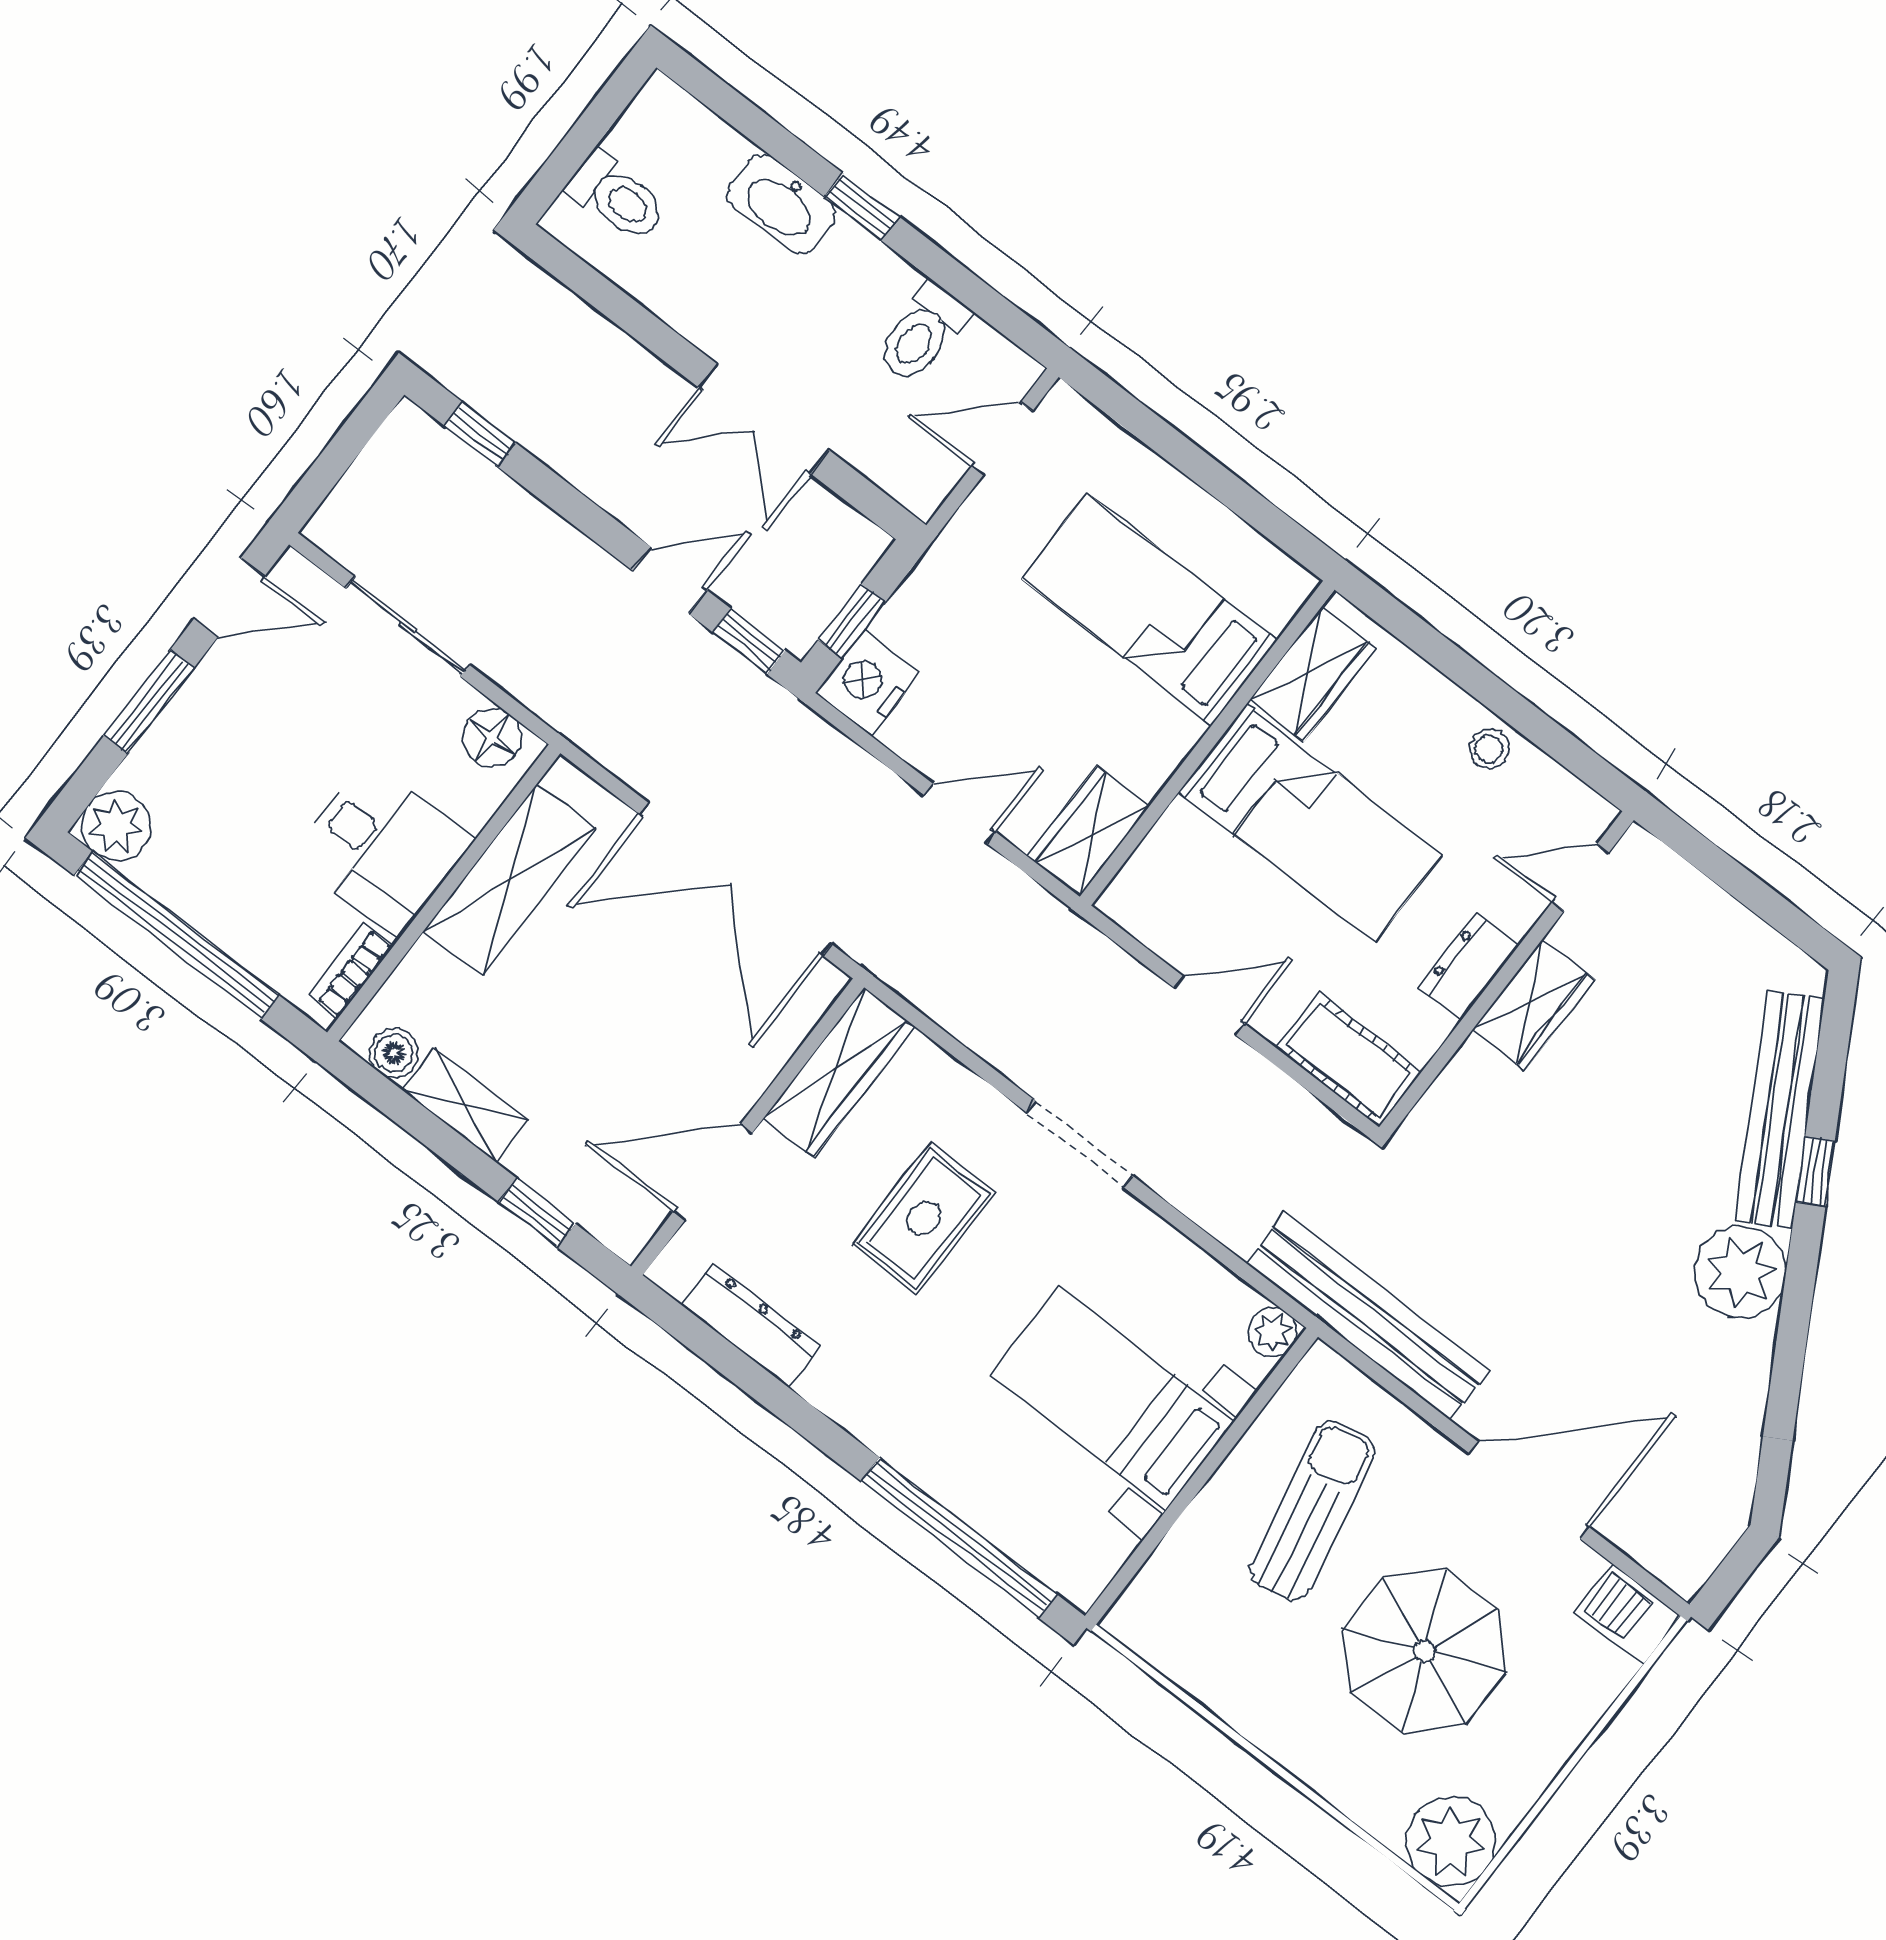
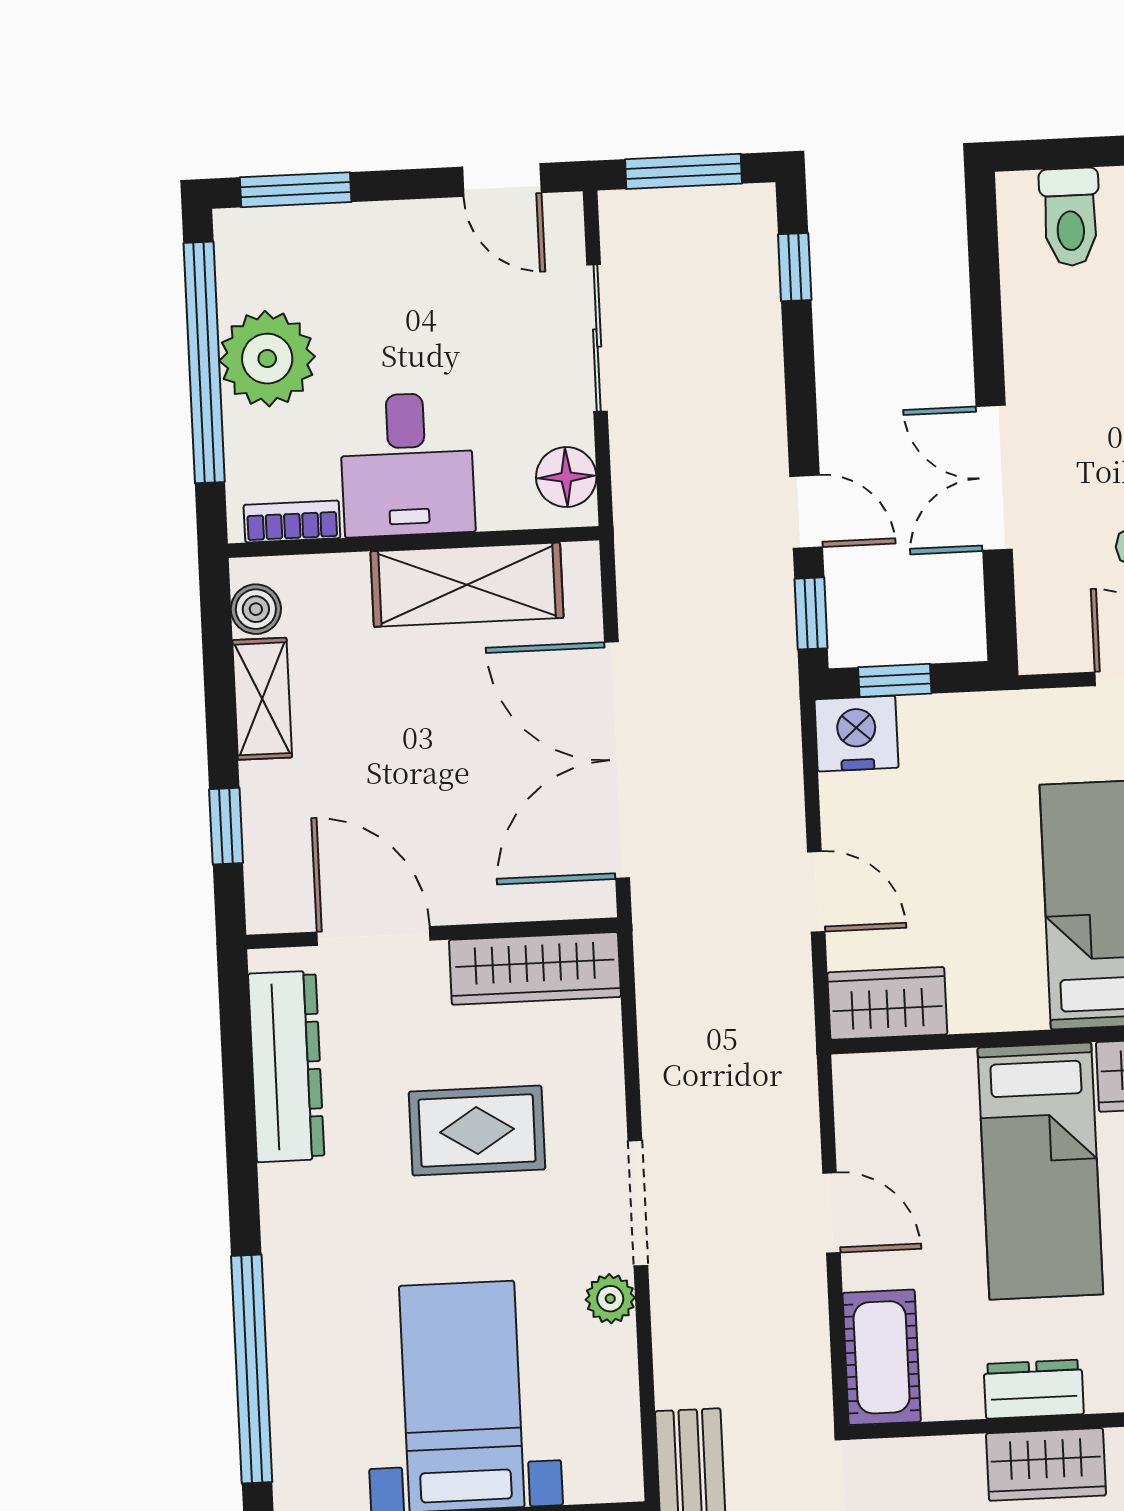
window: (338, 456) -> (684, 171), added
window: (149, 702) -> (296, 190), moved
plant: (116, 826) -> (267, 359), moved, width x1.36, depth x1.36
dresser: (751, 1325) -> (286, 1066), width x1.37, depth x1.24
plant: (1273, 1332) -> (610, 1299), moved

